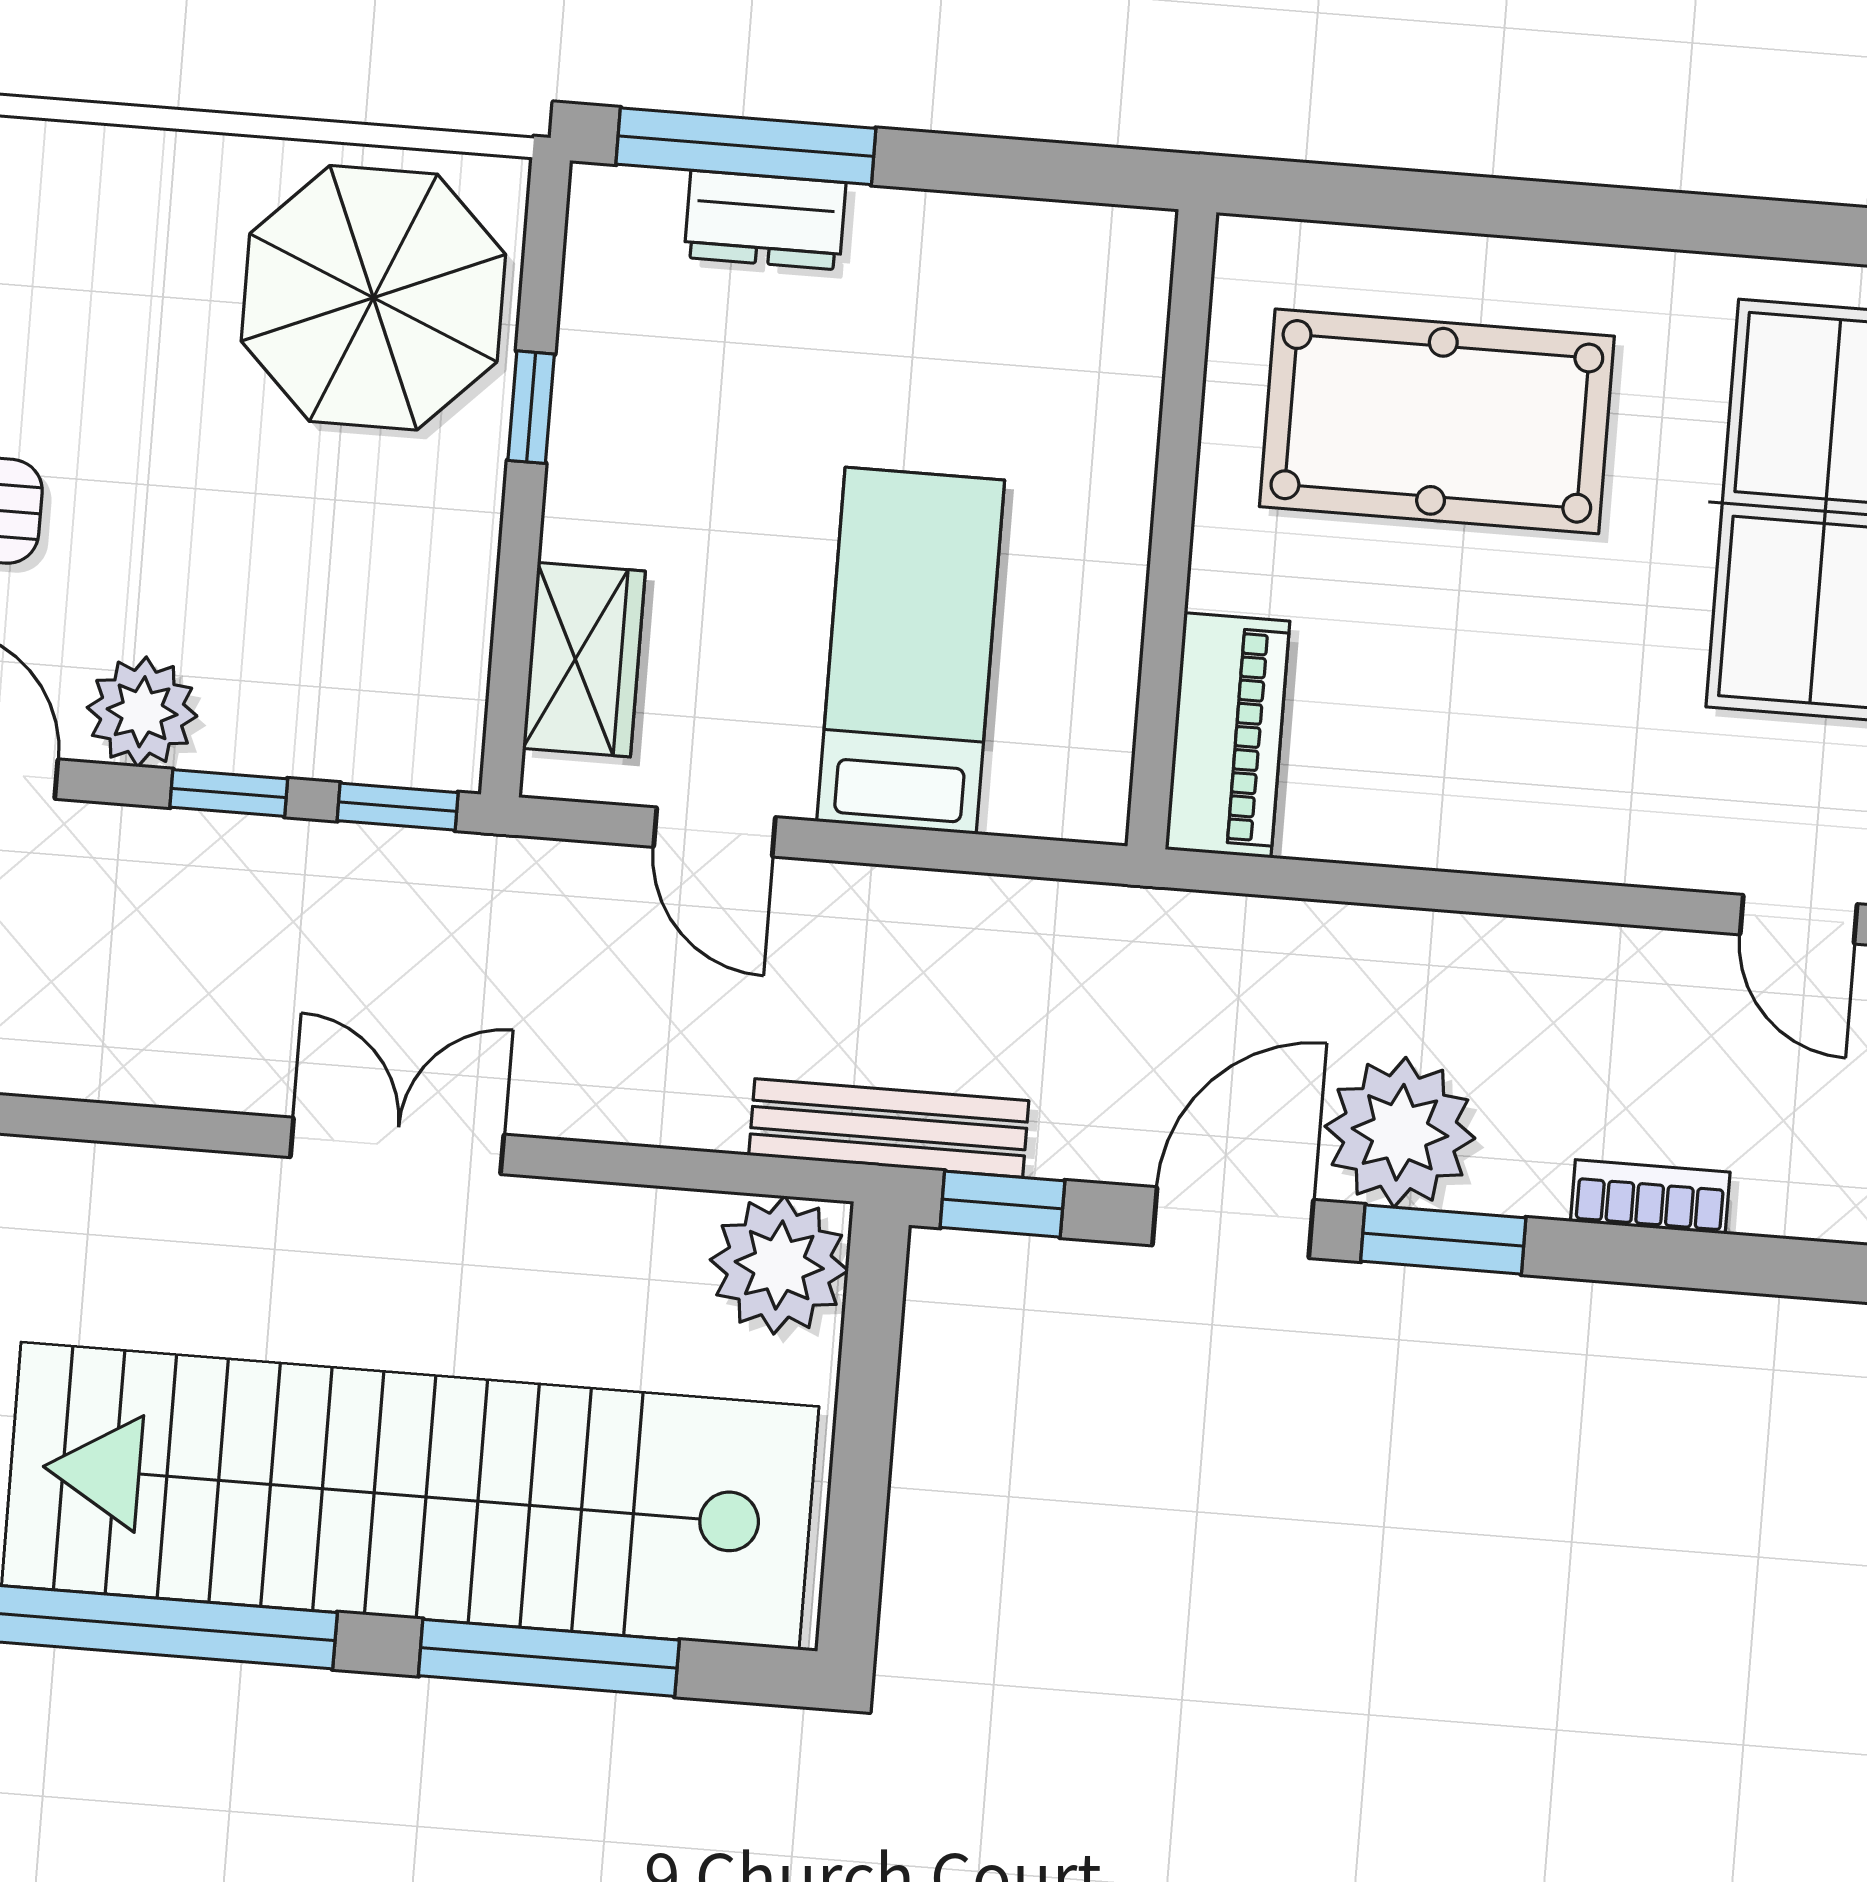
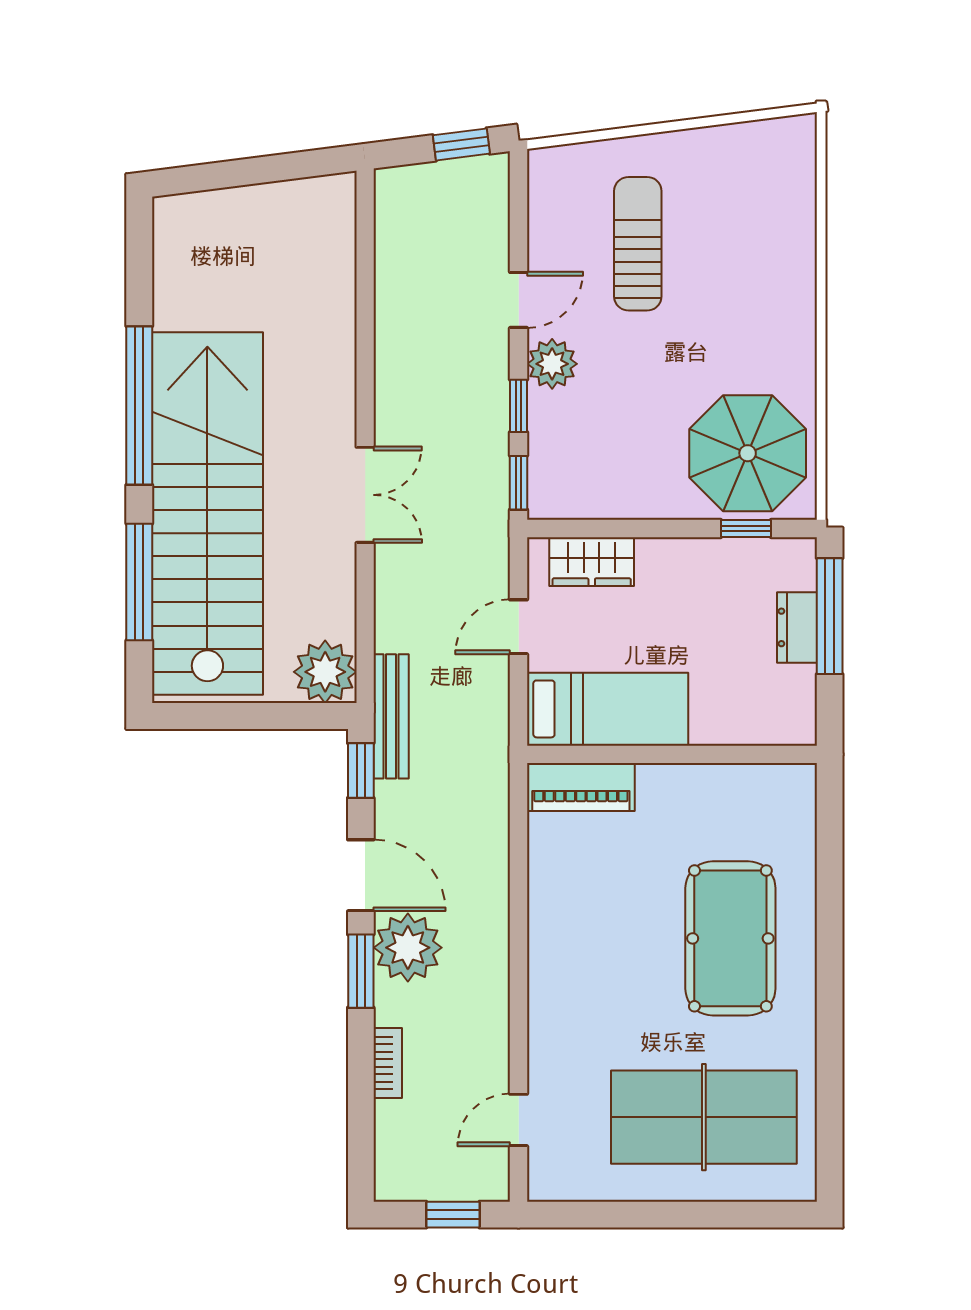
window: (531, 407) -> (746, 529), moved
wall: (1172, 529) -> (672, 754), moved
piano: (1227, 735) -> (581, 787), moved

